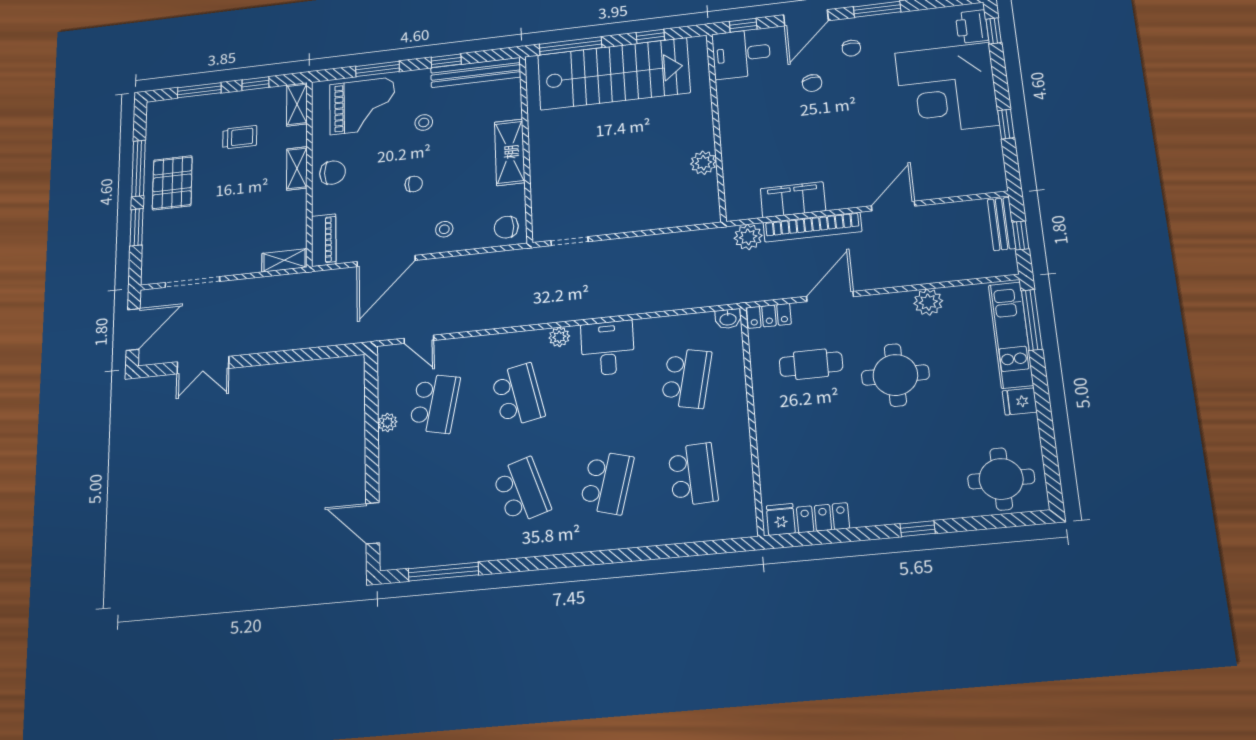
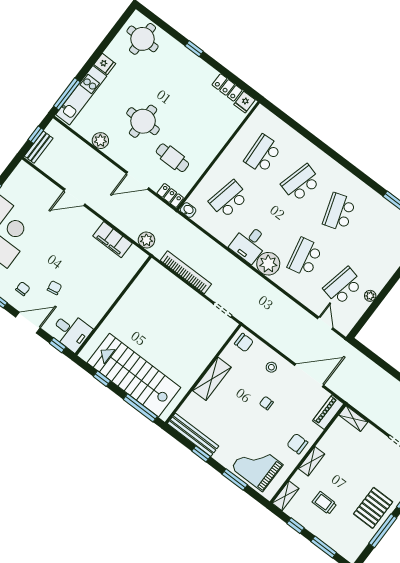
stool: (424, 122) -> (237, 431), removed
plant: (703, 163) -> (134, 293), removed
bookcase: (812, 227) -> (186, 272), moved
plant: (559, 337) -> (268, 264), width x1.87, depth x1.87

